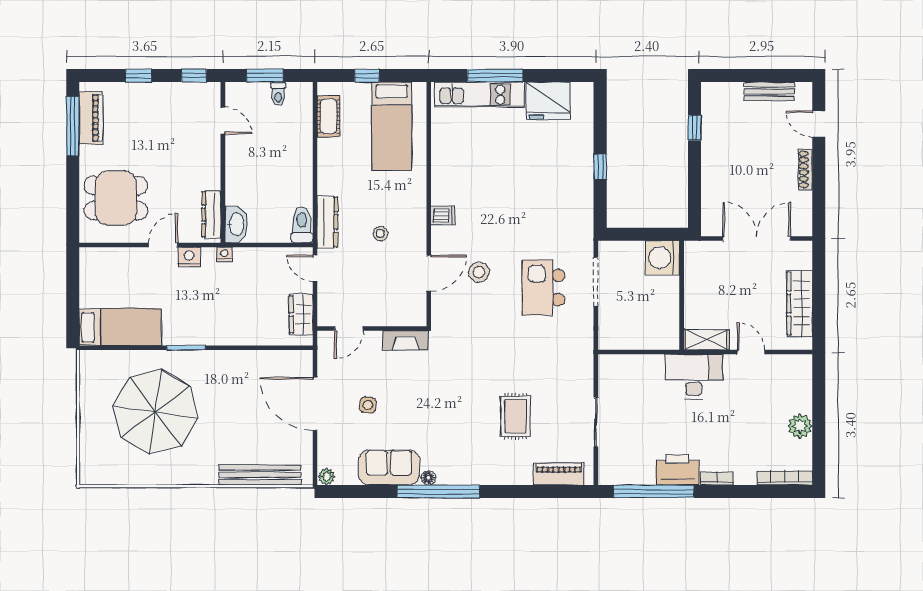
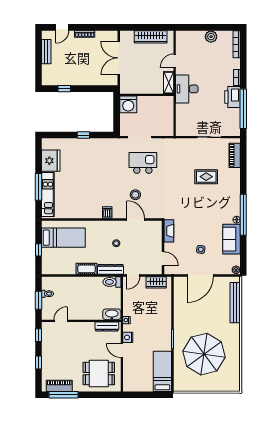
cot: (329, 116) -> (87, 269), moved
dining table: (116, 198) -> (99, 374), turned 90
kitchen island: (543, 288) -> (143, 163), turned 180

